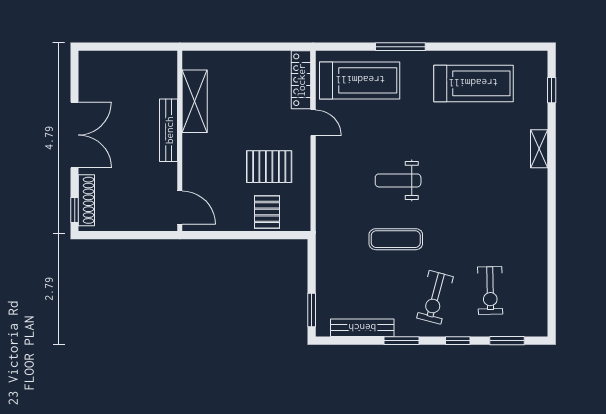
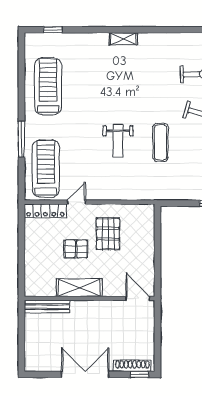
shelving: (195, 101) -> (79, 288), moved
bench: (169, 130) -> (47, 307), moved
shelving: (539, 149) -> (123, 39), moved
door: (180, 208) -> (138, 298), hinge flipped
pallet: (267, 212) -> (76, 249), moved

